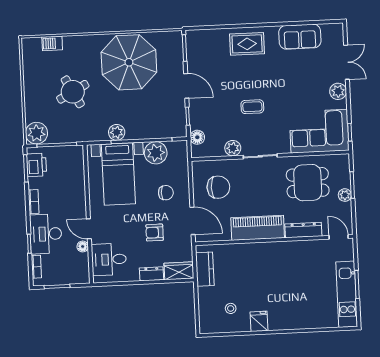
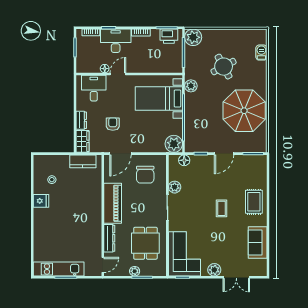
coffee table: (252, 107) -> (222, 208), moved
plant: (117, 132) -> (191, 86), moved
plant: (156, 153) -> (174, 144), moved
chair: (166, 193) -> (143, 134), removed

